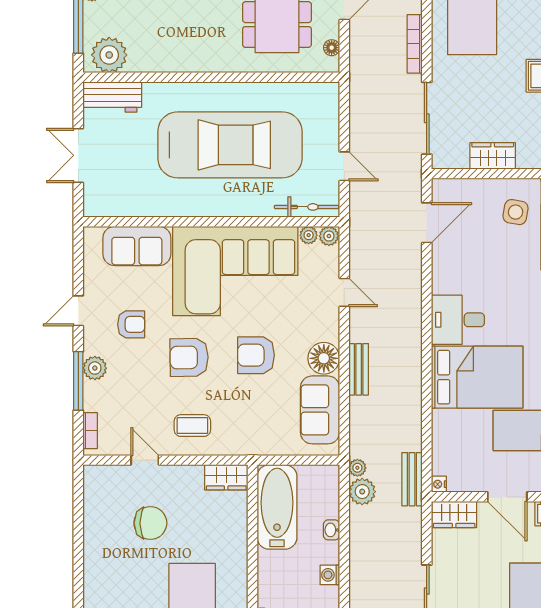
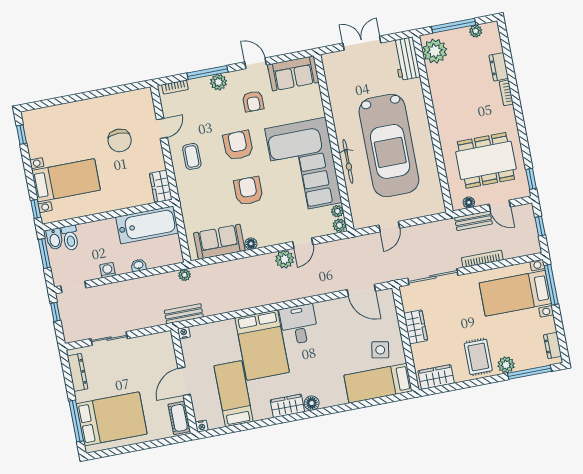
bicycle: (306, 207) -> (348, 161), moved
sofa: (137, 246) -> (293, 73), moved, turned -90
floor lamp: (324, 358) -> (251, 244), width x0.53, depth x0.53
bench: (359, 369) -> (473, 221), moved
plant: (362, 492) -> (285, 259), moved
wardrobe: (454, 514) -> (165, 347), removed

